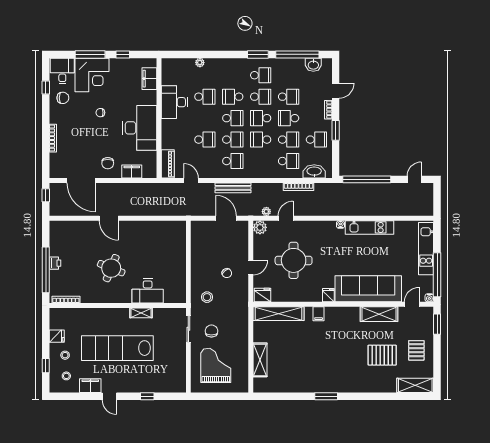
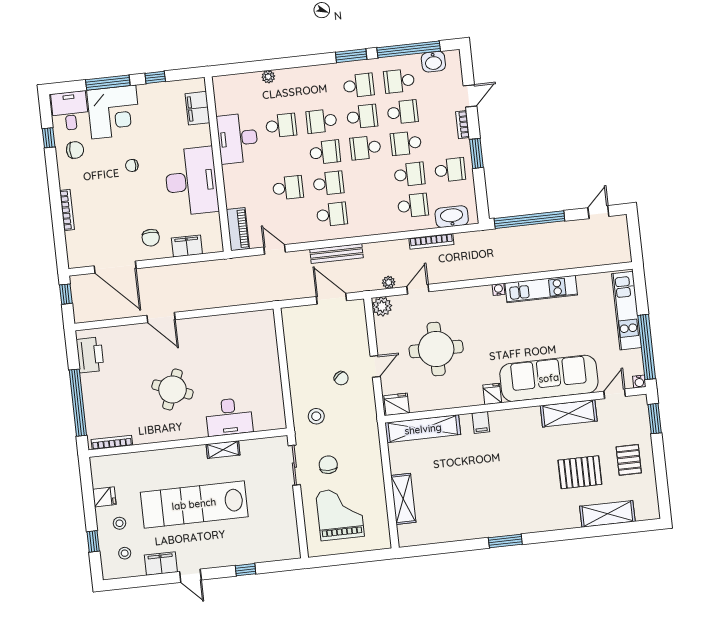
school desk: (261, 140) -> (399, 81), moved
printer: (55, 263) -> (90, 355), moved, width x1.87, depth x1.48
shelving: (415, 385) -> (607, 514), moved

